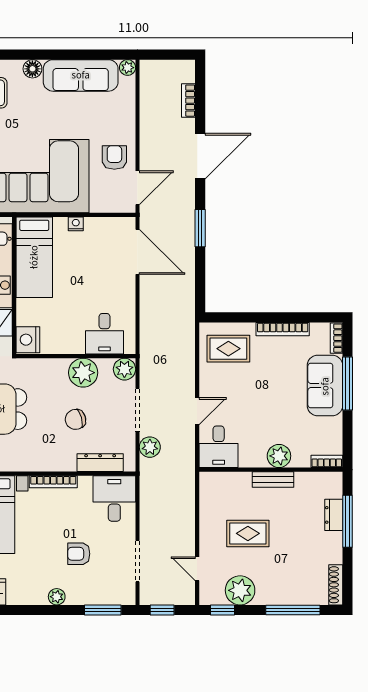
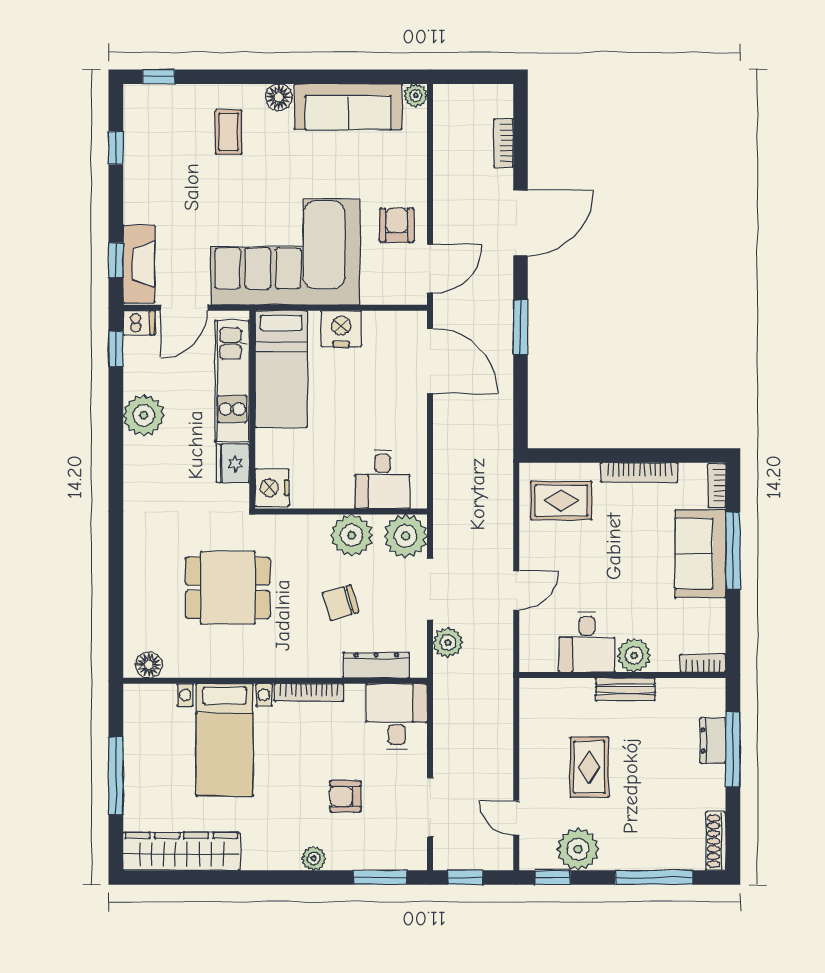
nightstand: (76, 224) -> (341, 329), width x1.89, depth x1.79
plant: (124, 369) -> (406, 536), width x1.36, depth x1.36
desk: (219, 447) -> (587, 642), moved
rug: (248, 533) -> (589, 767), turned 90

